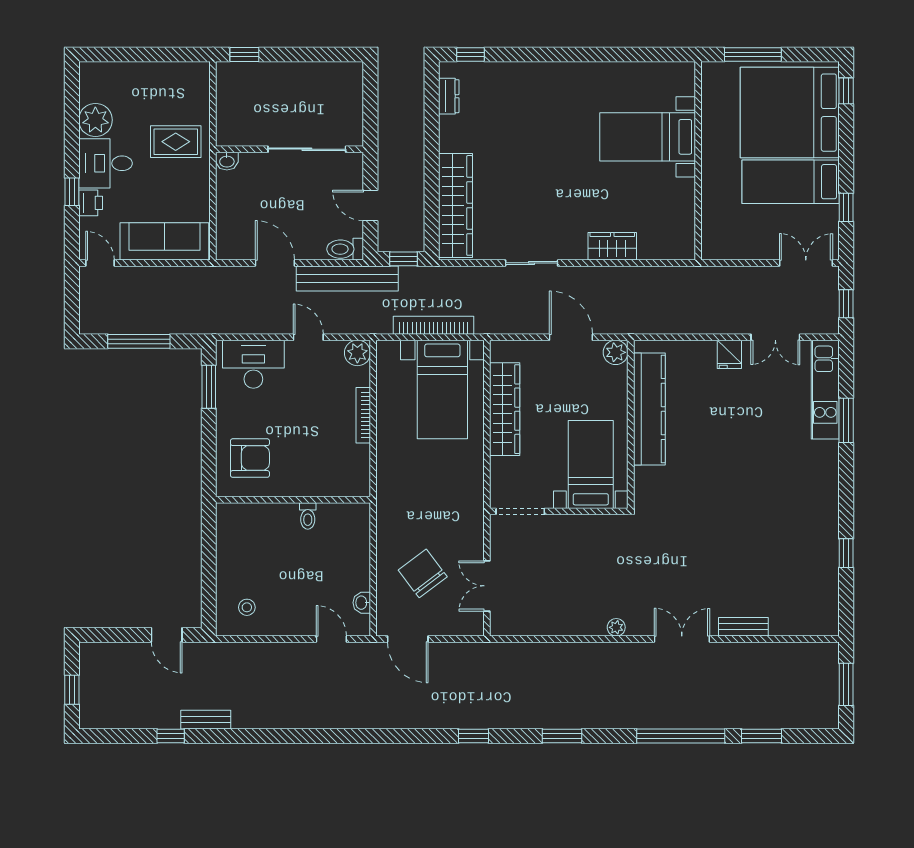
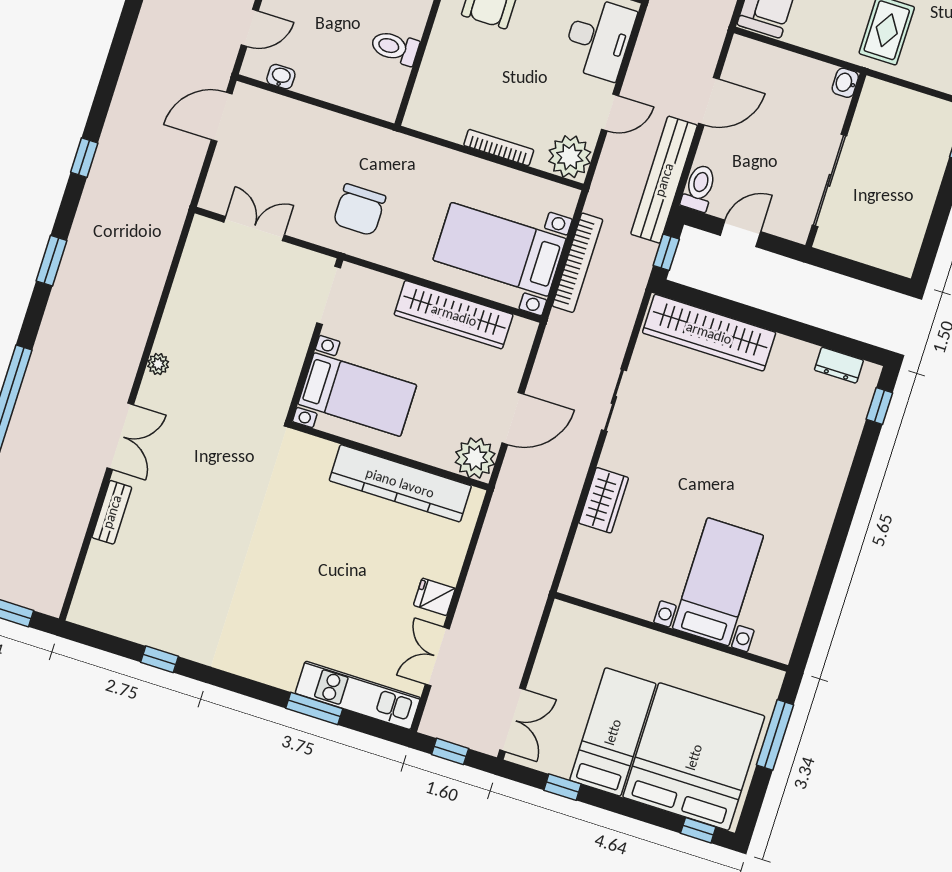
plant: (616, 352) -> (475, 458), width x1.36, depth x1.36
plant: (357, 353) -> (570, 157), width x1.36, depth x1.36
toilet: (308, 516) -> (395, 47), width x1.37, depth x1.39
chair: (423, 573) -> (359, 210), moved, turned 127

